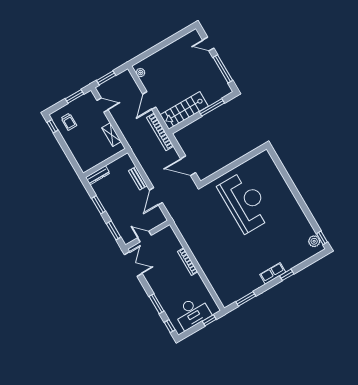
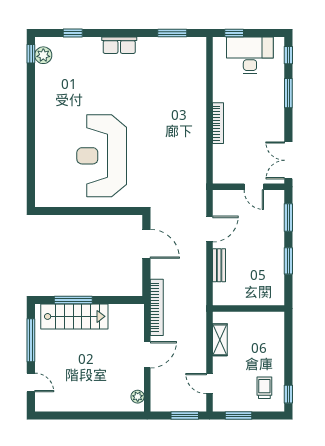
stairs: (184, 110) -> (74, 316), moved
dresser: (98, 175) -> (268, 299), removed
window: (287, 275) -> (73, 33), moved

